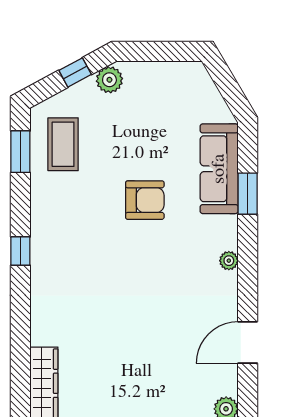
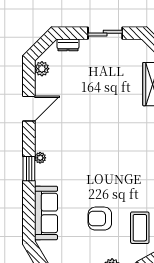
window: (248, 194) -> (29, 169), moved
armchair: (145, 200) -> (100, 219), moved

